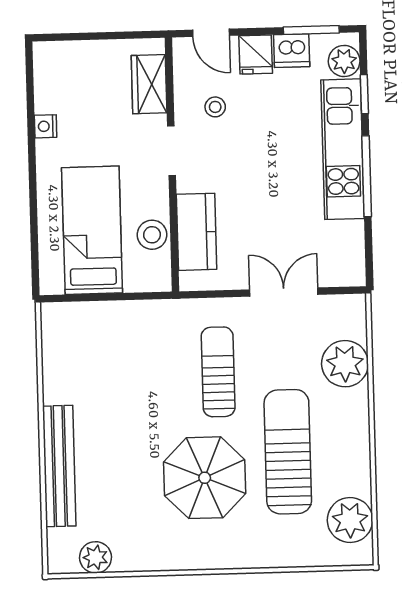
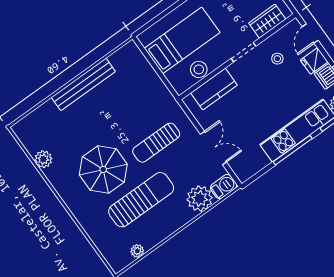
barbecue: (351, 316) -> (224, 187), added
sun lounger: (218, 372) -> (156, 143), turned 180
bench: (59, 466) -> (83, 84), moved
plant: (350, 520) -> (137, 251), width x0.53, depth x0.53
plant: (95, 557) -> (43, 159), moved

